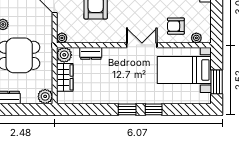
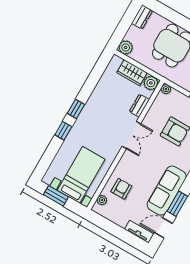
double door: (142, 45) -> (131, 135), moved

